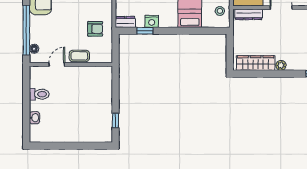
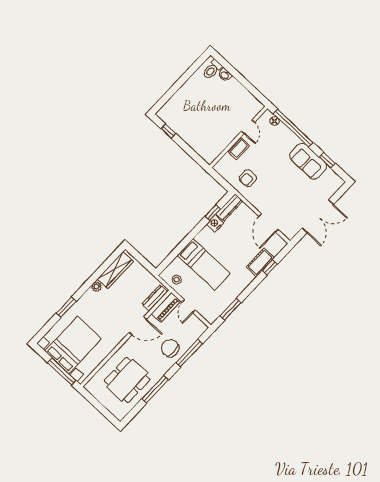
dresser: (125, 22) -> (229, 208), width x1.44
toilet: (39, 94) -> (212, 70), moved

